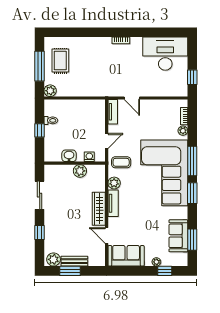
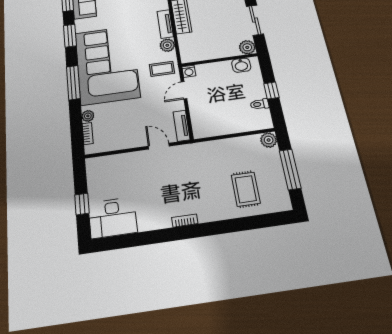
desk: (165, 54) -> (113, 218), width x0.73, depth x0.77
rug: (60, 61) -> (246, 189), moved
window: (192, 77) -> (82, 204), moved
washbasin: (69, 156) -> (241, 65), moved
washing machine: (89, 157) -> (189, 71), moved
plant: (80, 171) -> (247, 47), moved
window: (192, 193) -> (70, 36), moved

